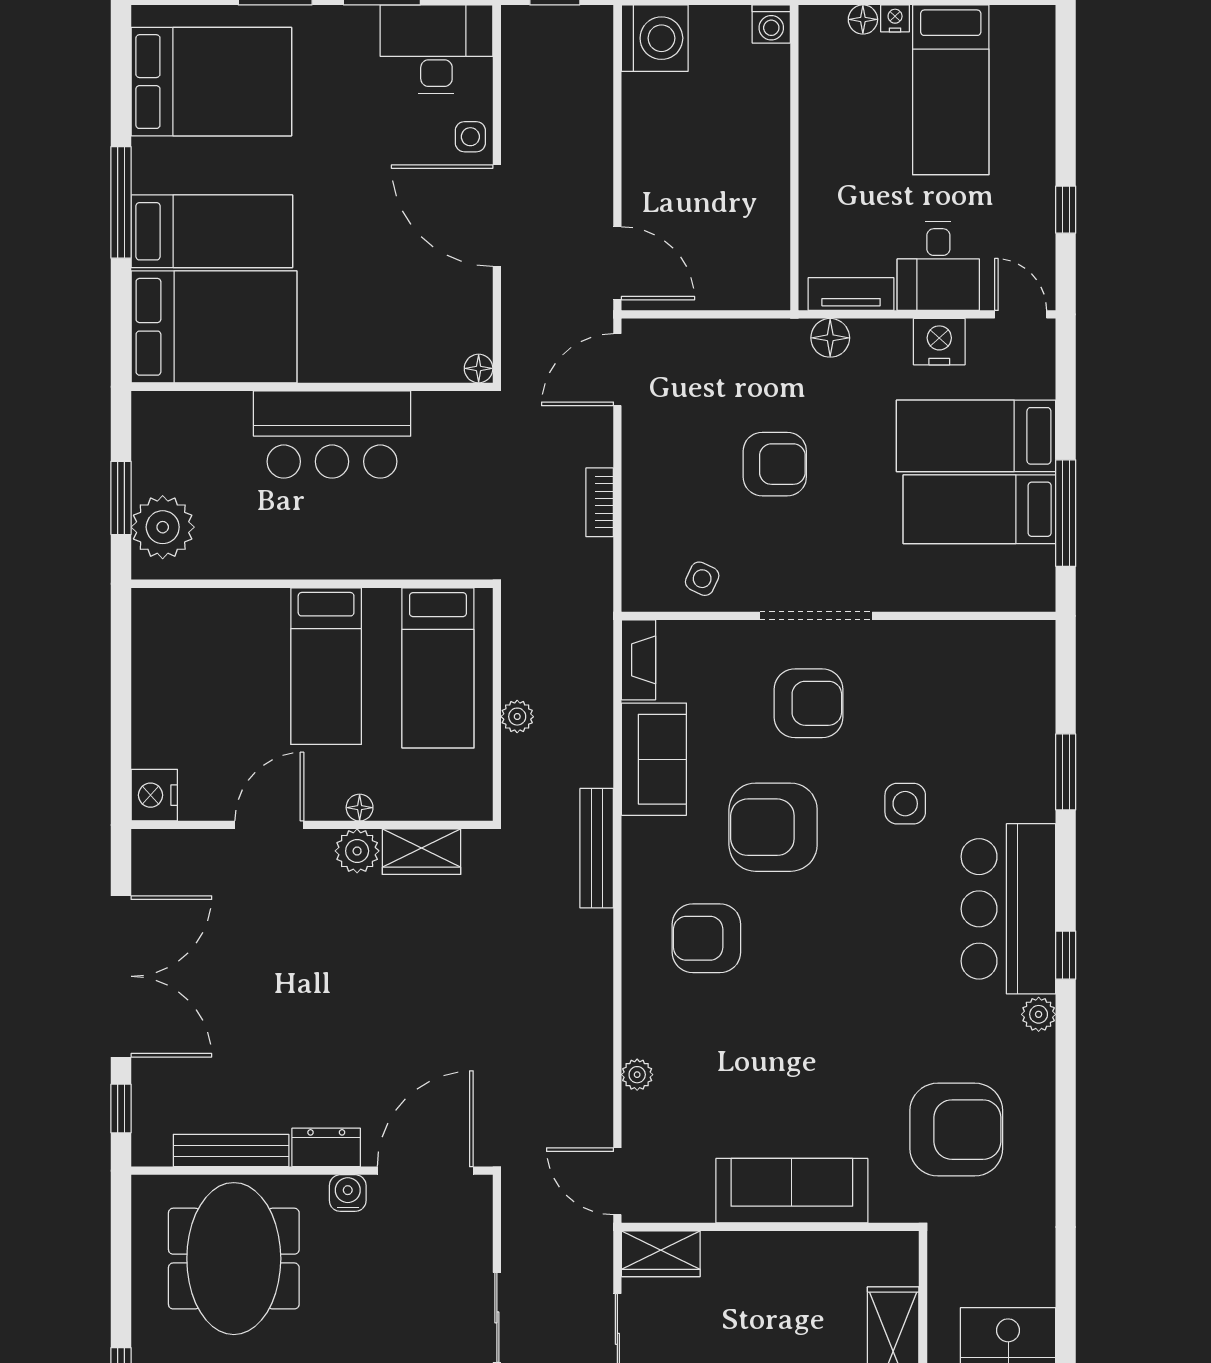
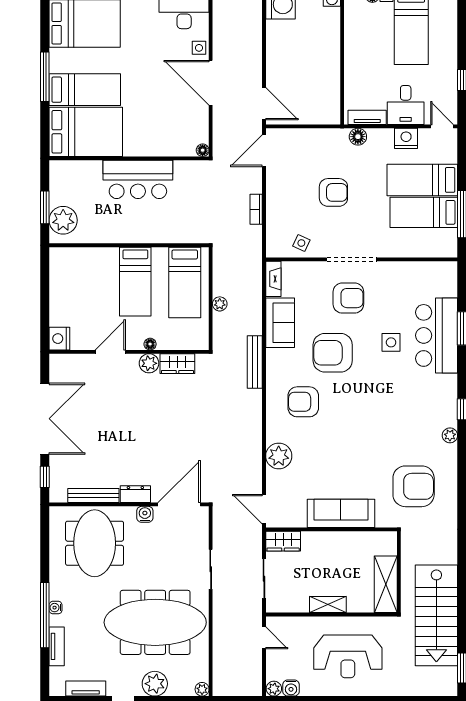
bar counter: (1008, 909) -> (437, 335), moved
plant: (637, 1075) -> (279, 456), width x1.88, depth x1.88

